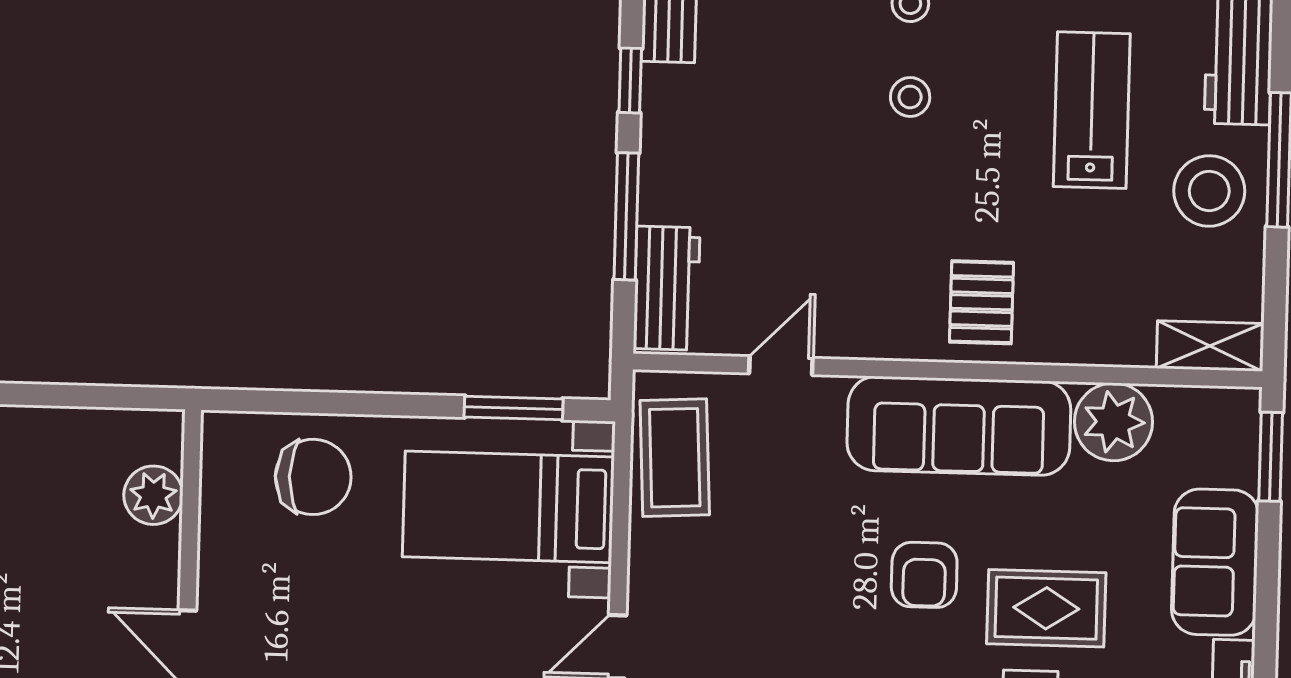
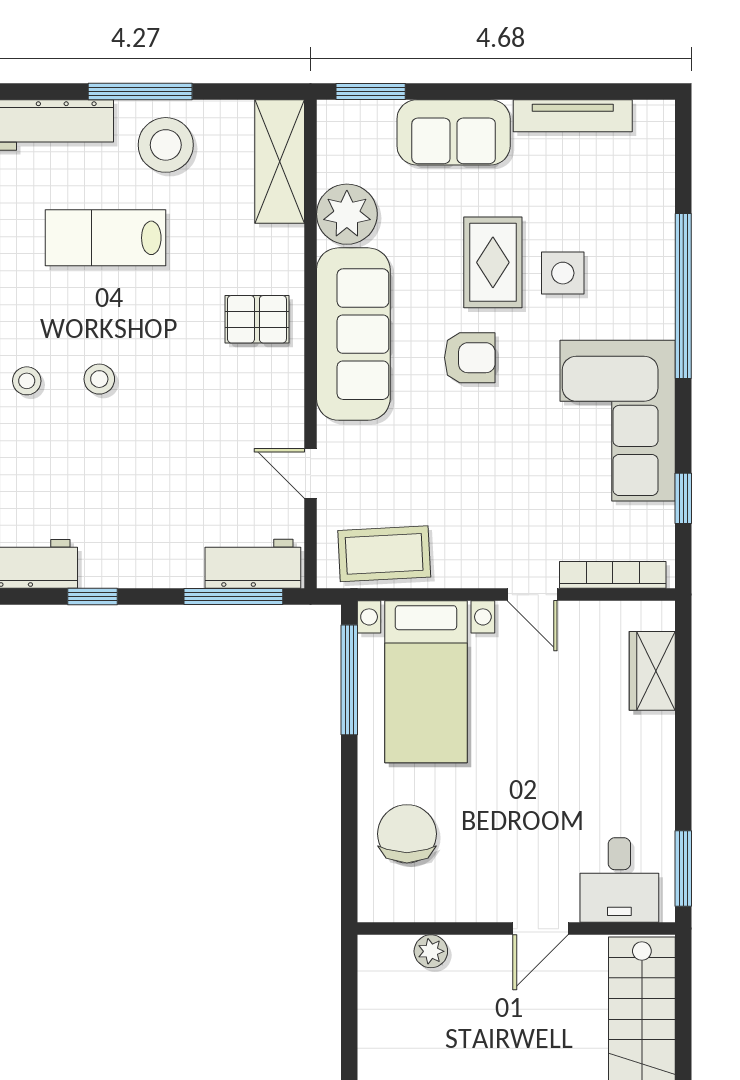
window: (626, 216) -> (233, 597), moved
shelving: (1210, 346) -> (280, 162), width x1.50, depth x1.33
window: (514, 408) -> (349, 680), width x1.44
plant: (153, 495) -> (431, 951), width x0.73, depth x0.73

